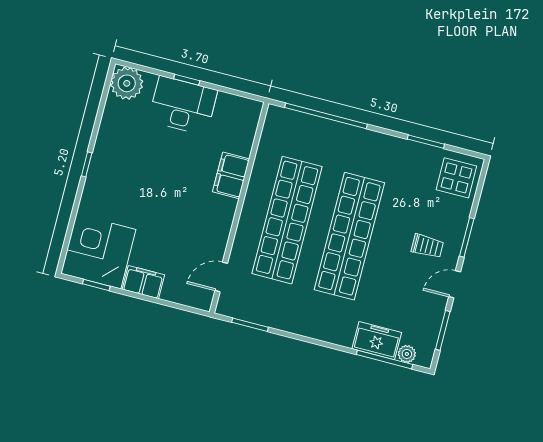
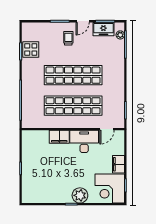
plant: (127, 83) -> (80, 195), moved
desk: (183, 106) -> (84, 141), moved, turned 90
display table: (456, 178) -> (31, 50), moved
door: (221, 277) -> (107, 129), hinge flipped
door: (455, 284) -> (83, 21), hinge flipped
freezer: (377, 341) -> (103, 29), moved, turned -90

